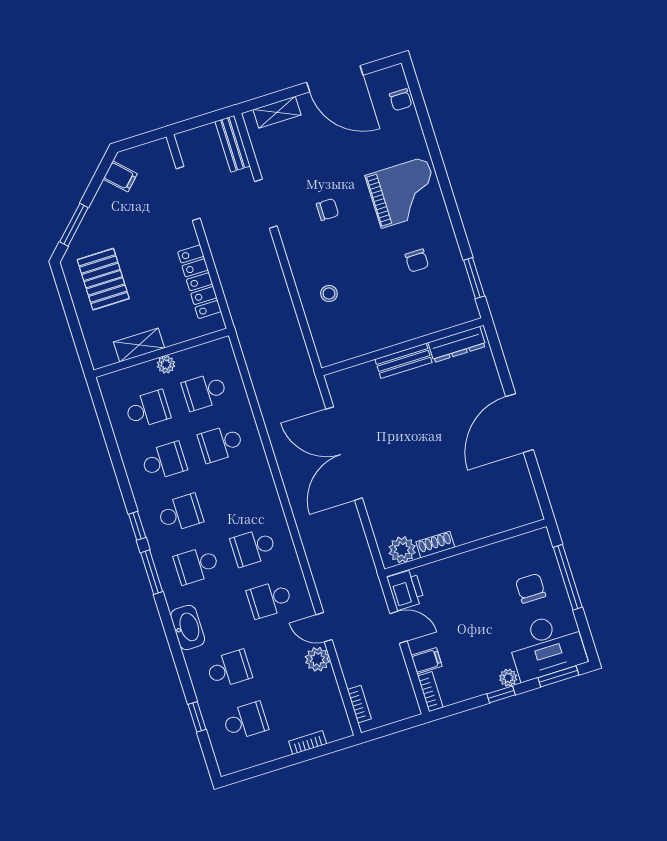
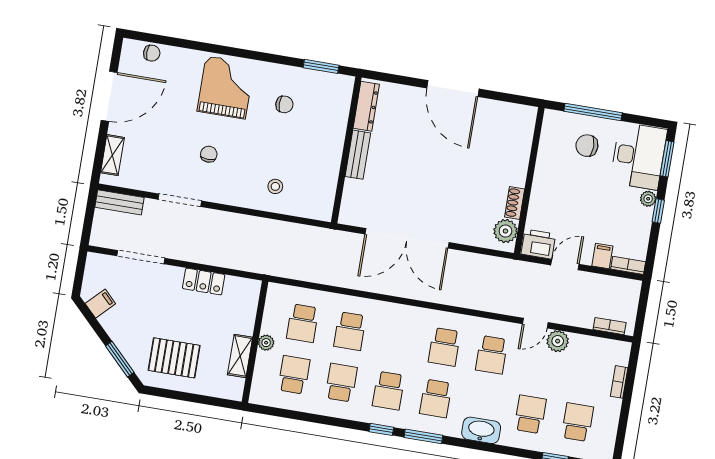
locker: (199, 282) -> (204, 282), width x0.66
school desk: (180, 513) -> (388, 391), turned 180

